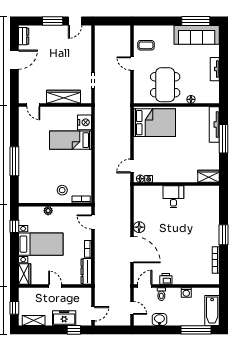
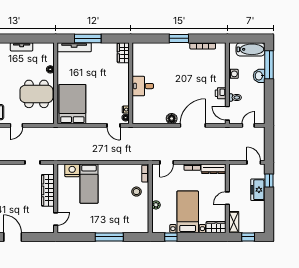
washbasin: (159, 319) -> (259, 76), moved
shelving: (34, 320) -> (234, 222), moved

